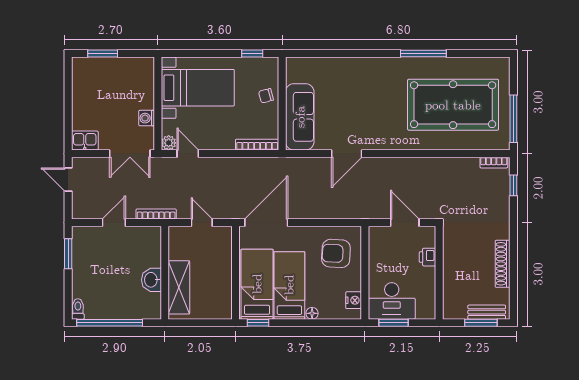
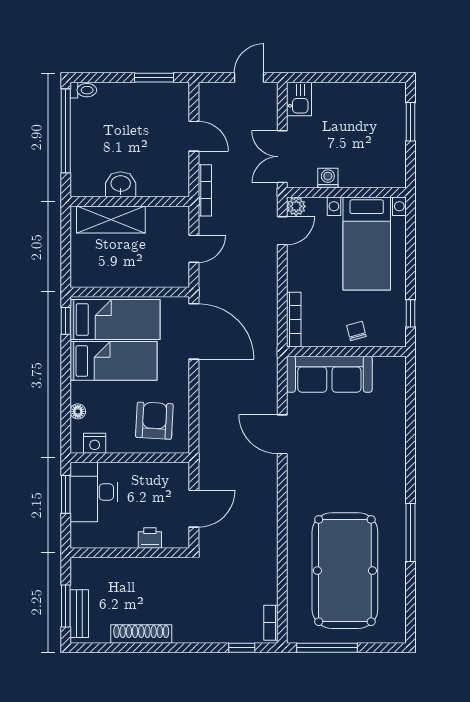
floor lamp: (312, 313) -> (78, 411), moved

